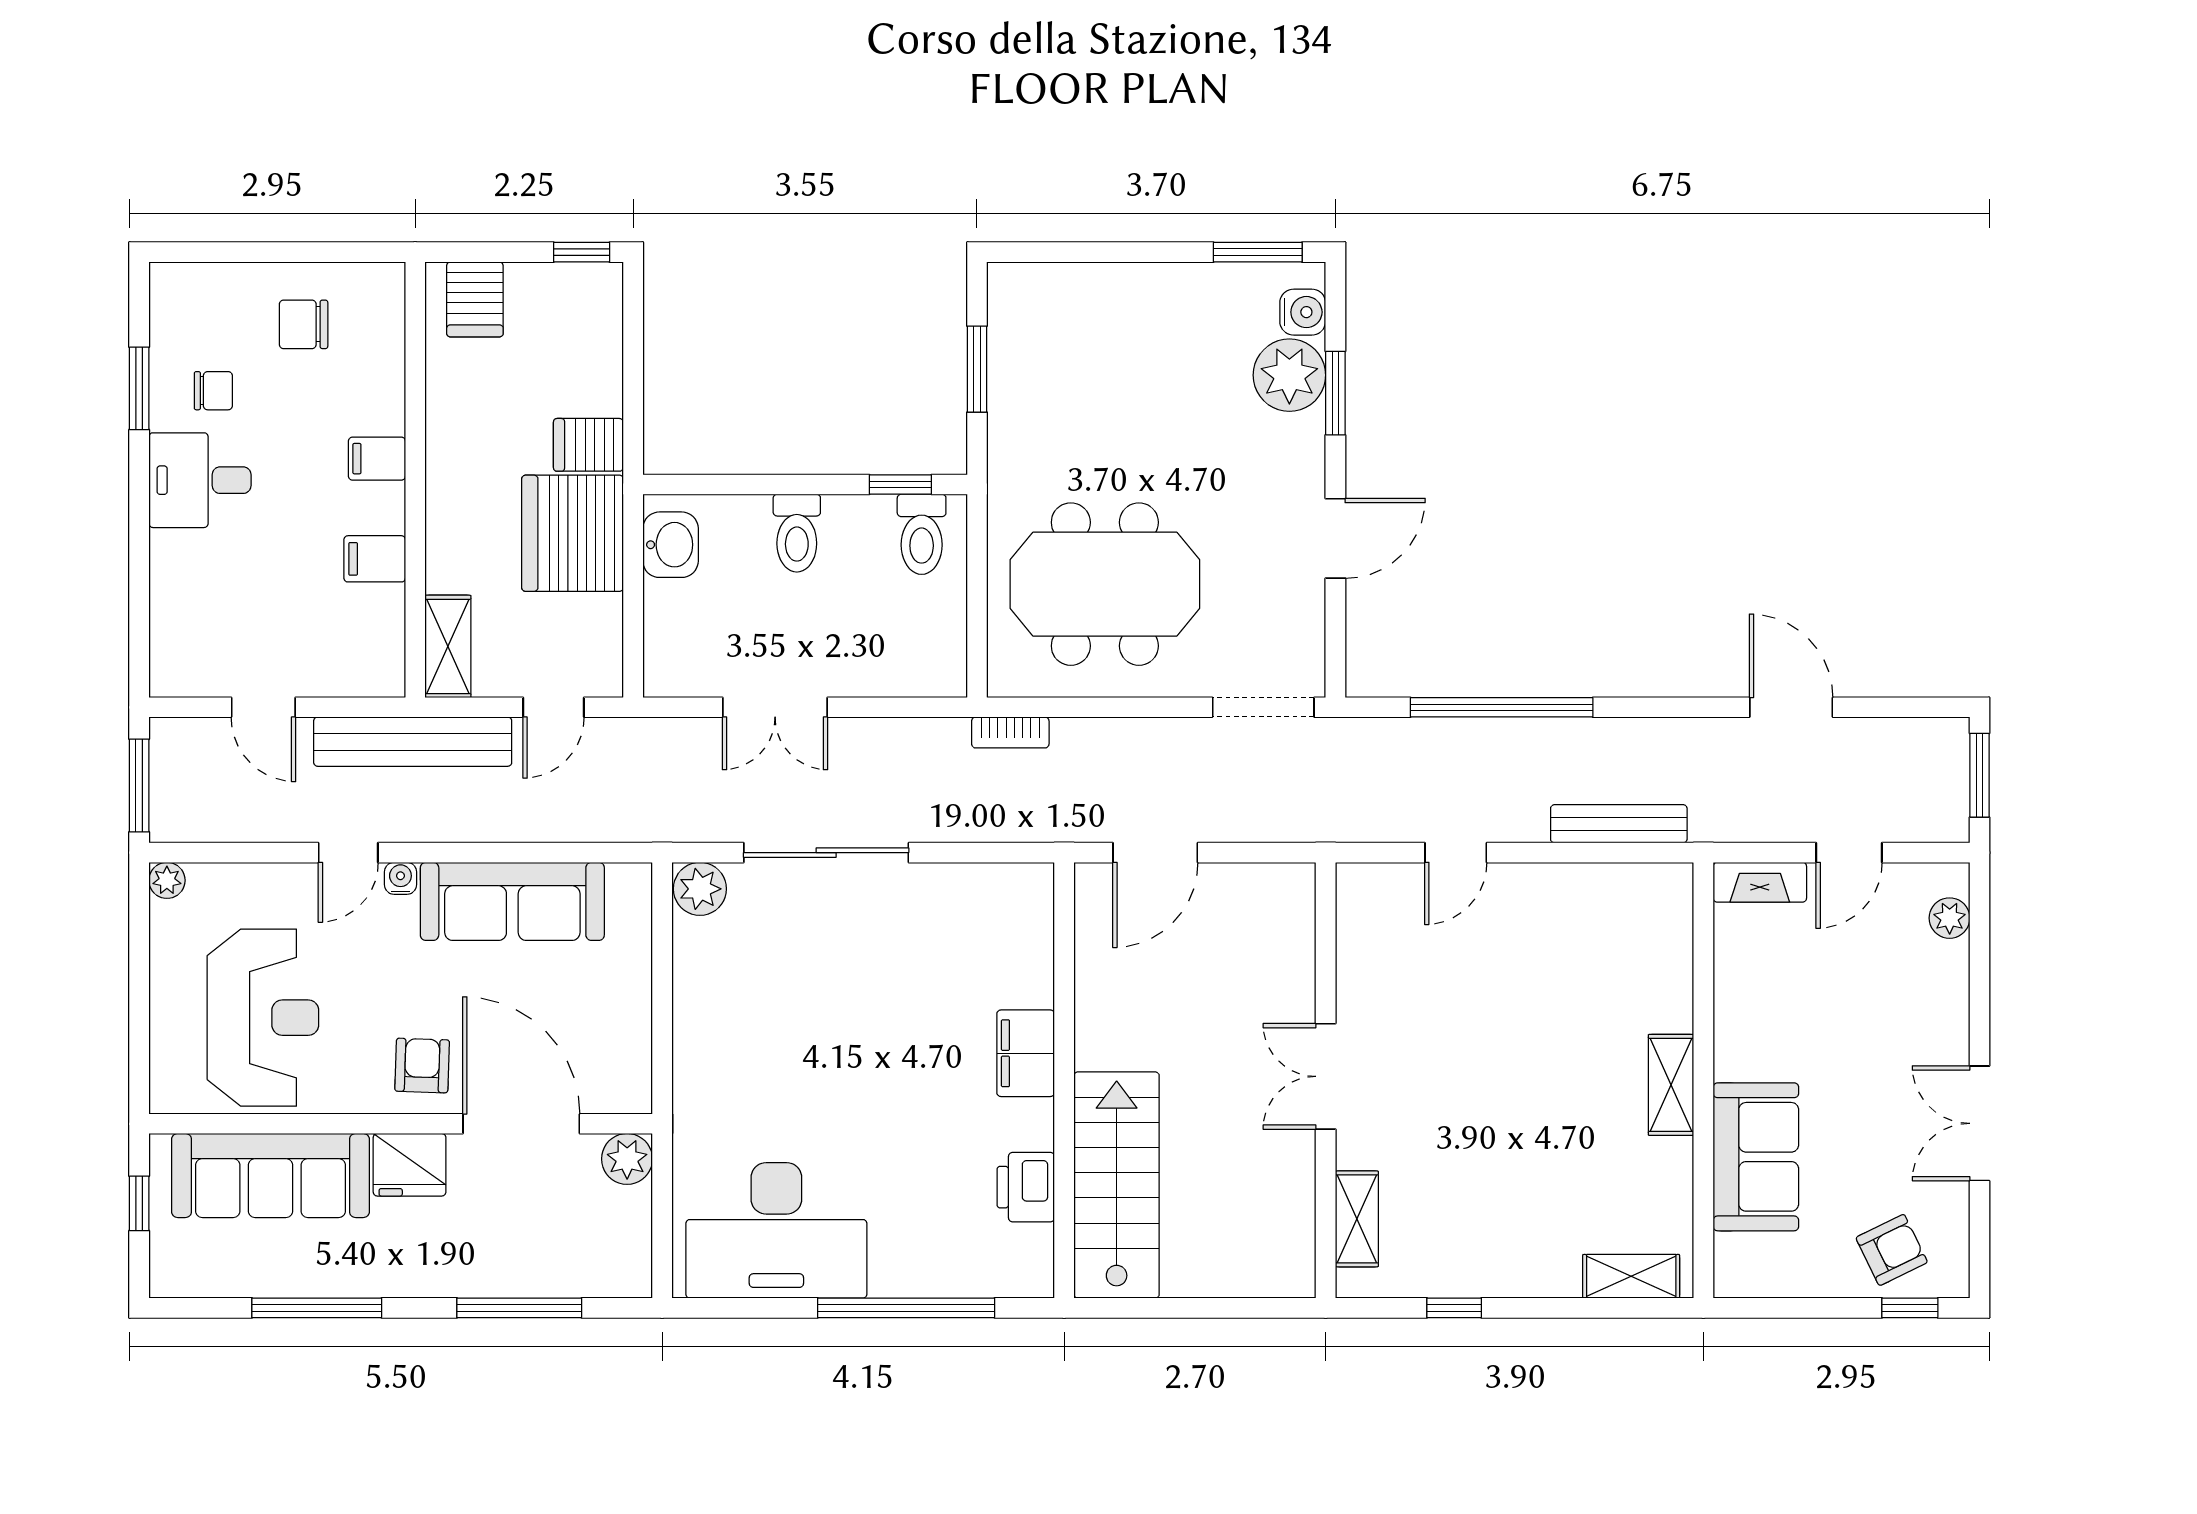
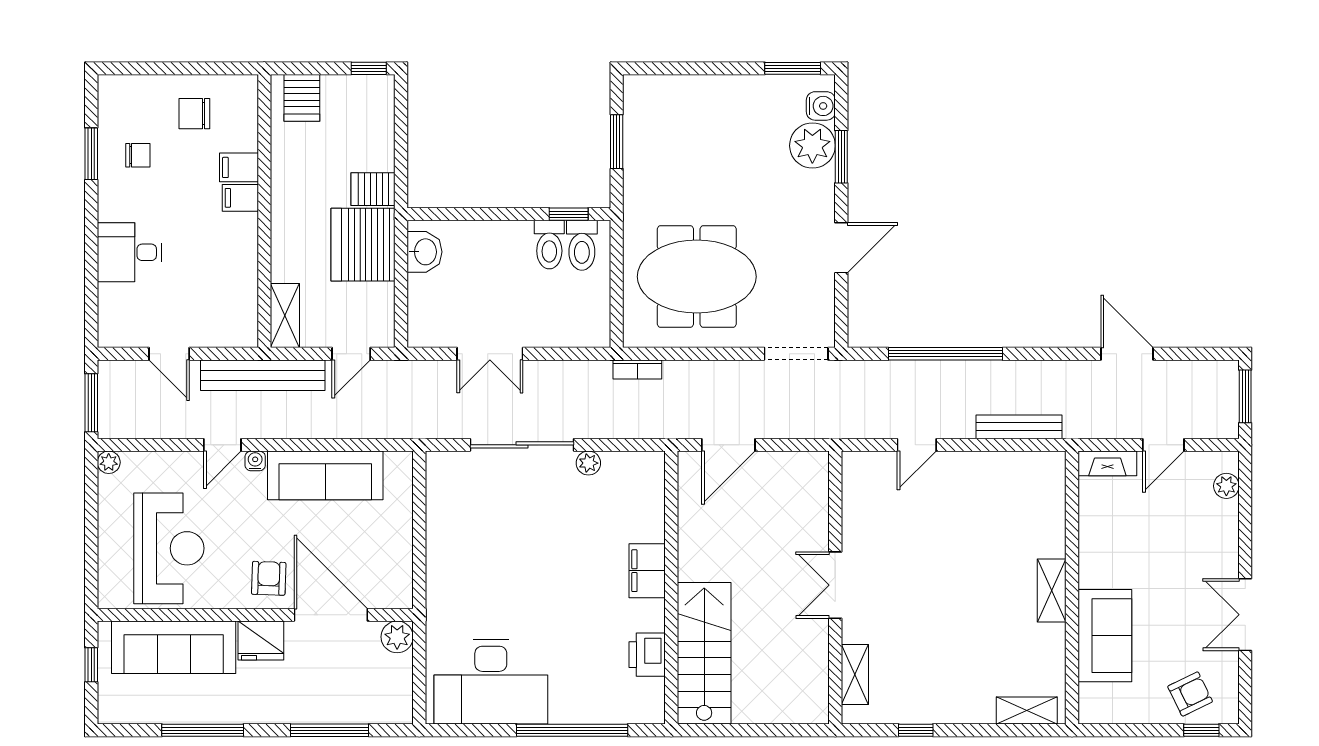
desk: (200, 480) -> (129, 252), moved
toilet: (797, 533) -> (549, 245), moved
filing cabinet: (375, 559) -> (239, 167), moved
plant: (700, 889) -> (588, 463), moved, width x0.73, depth x0.73

